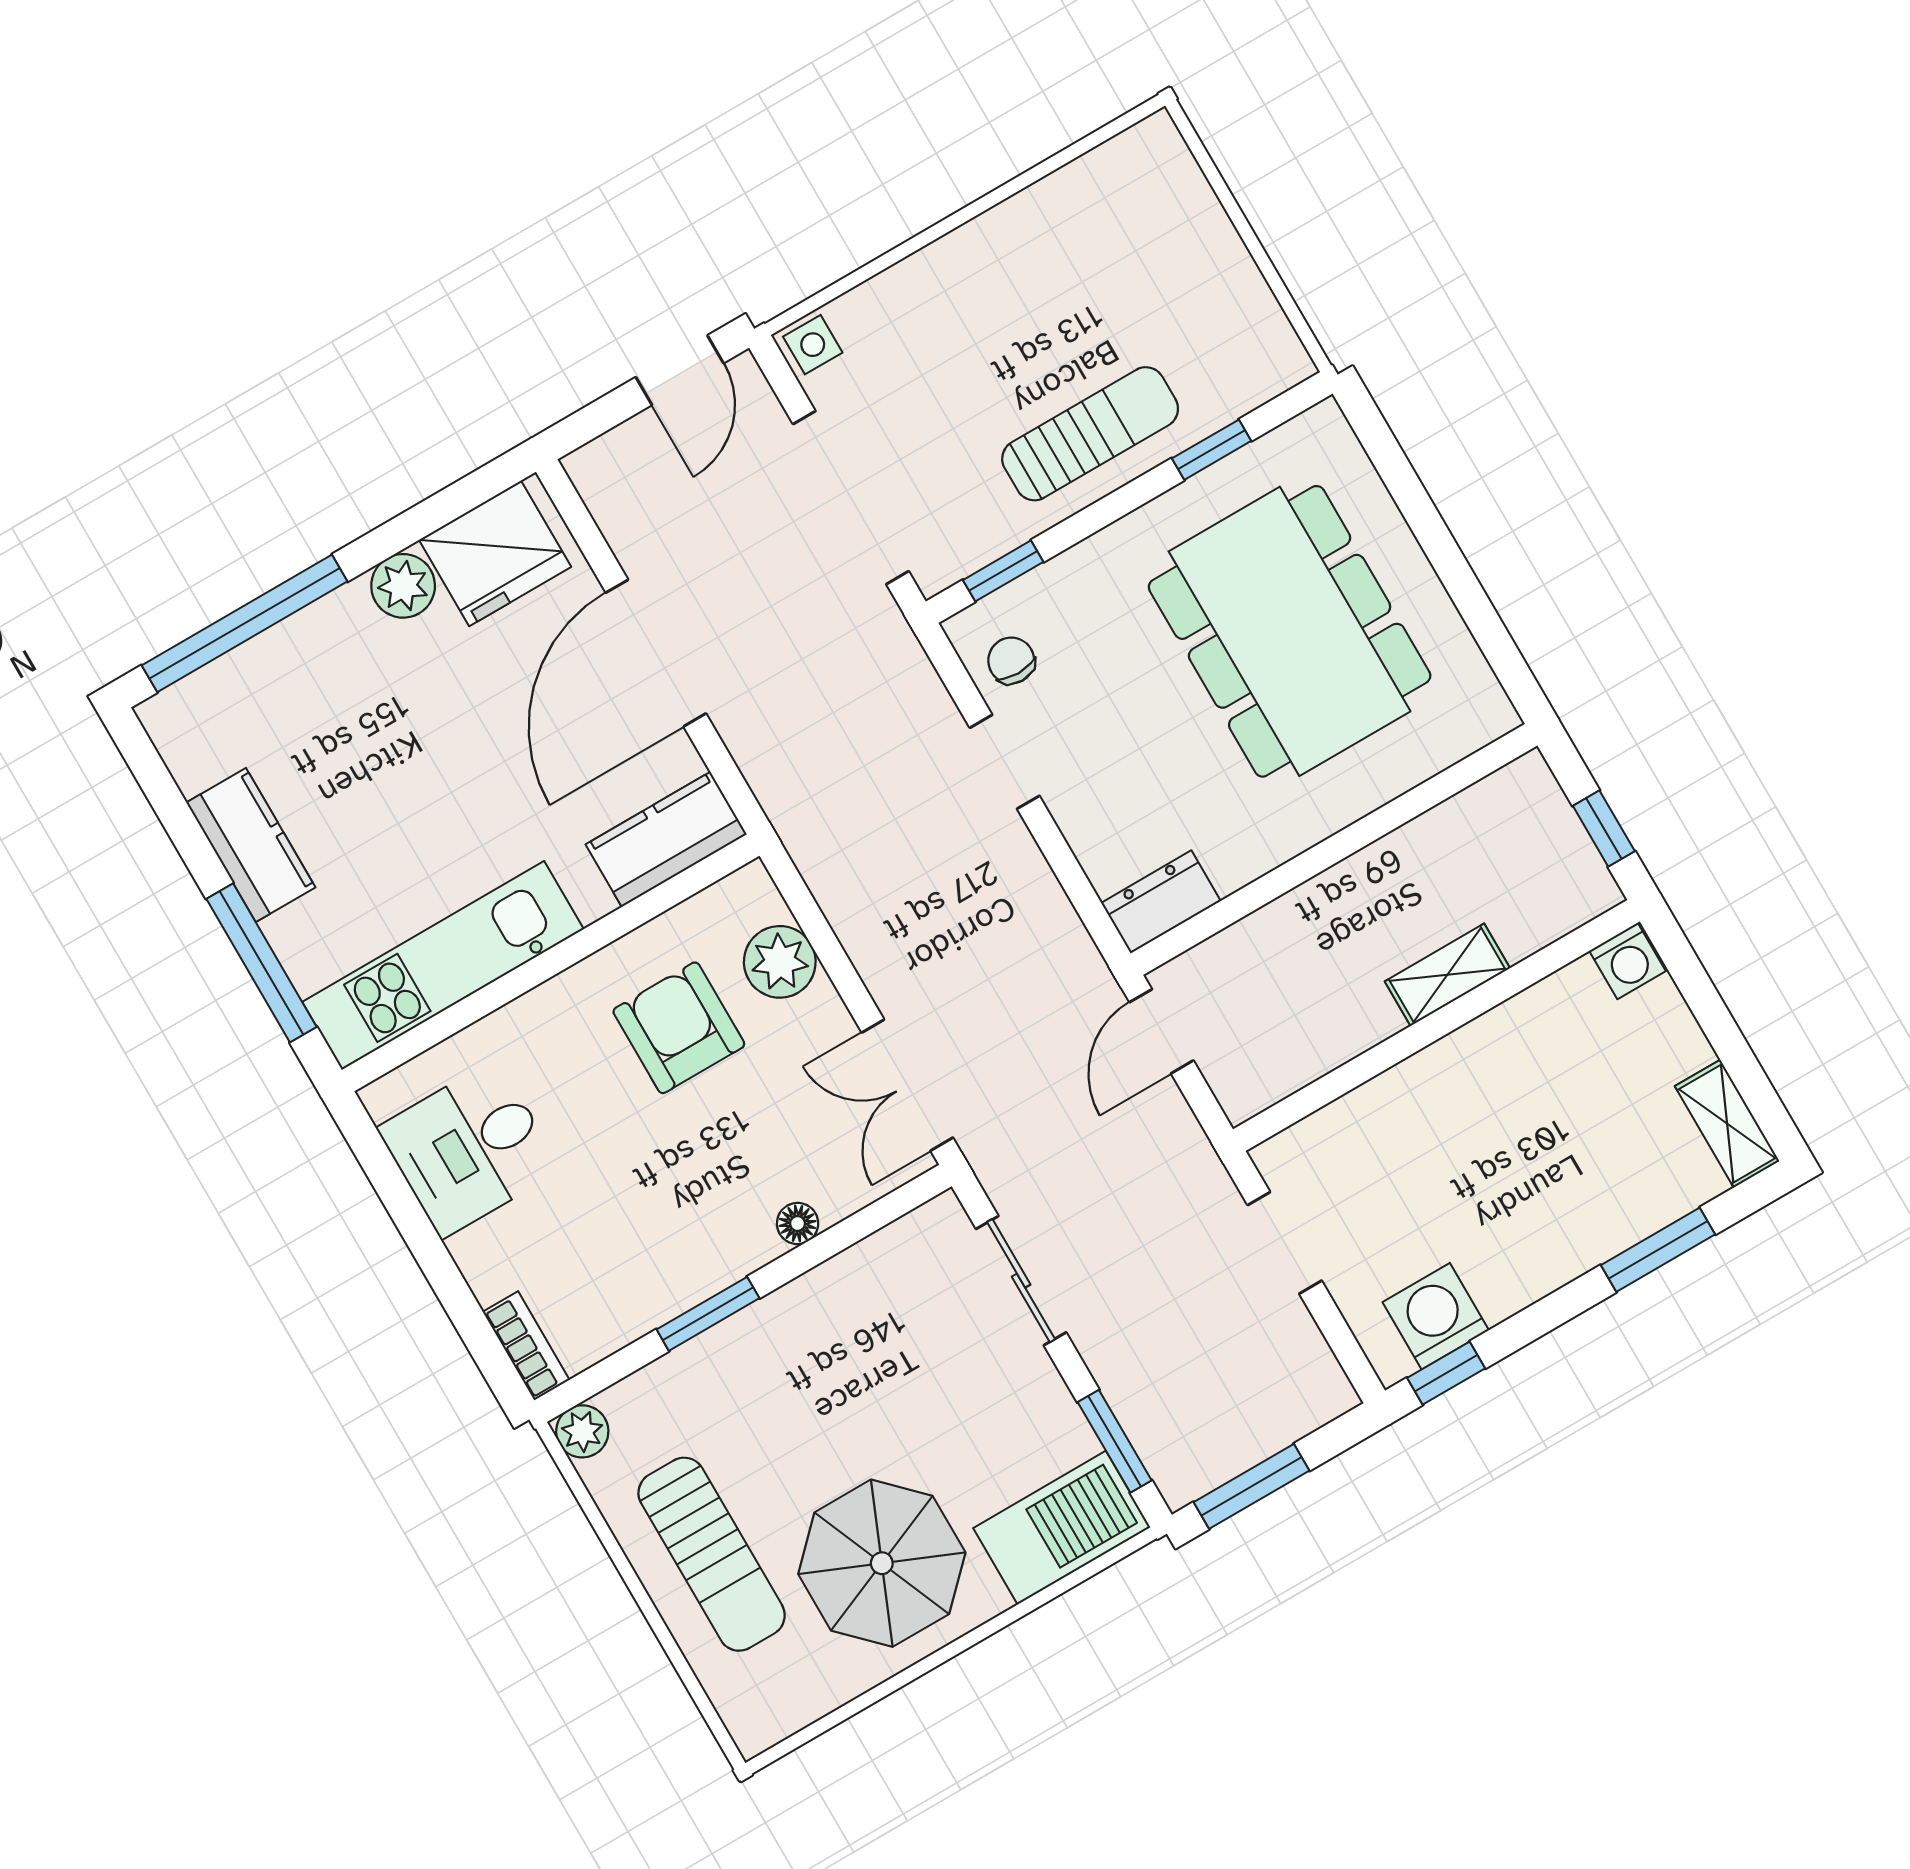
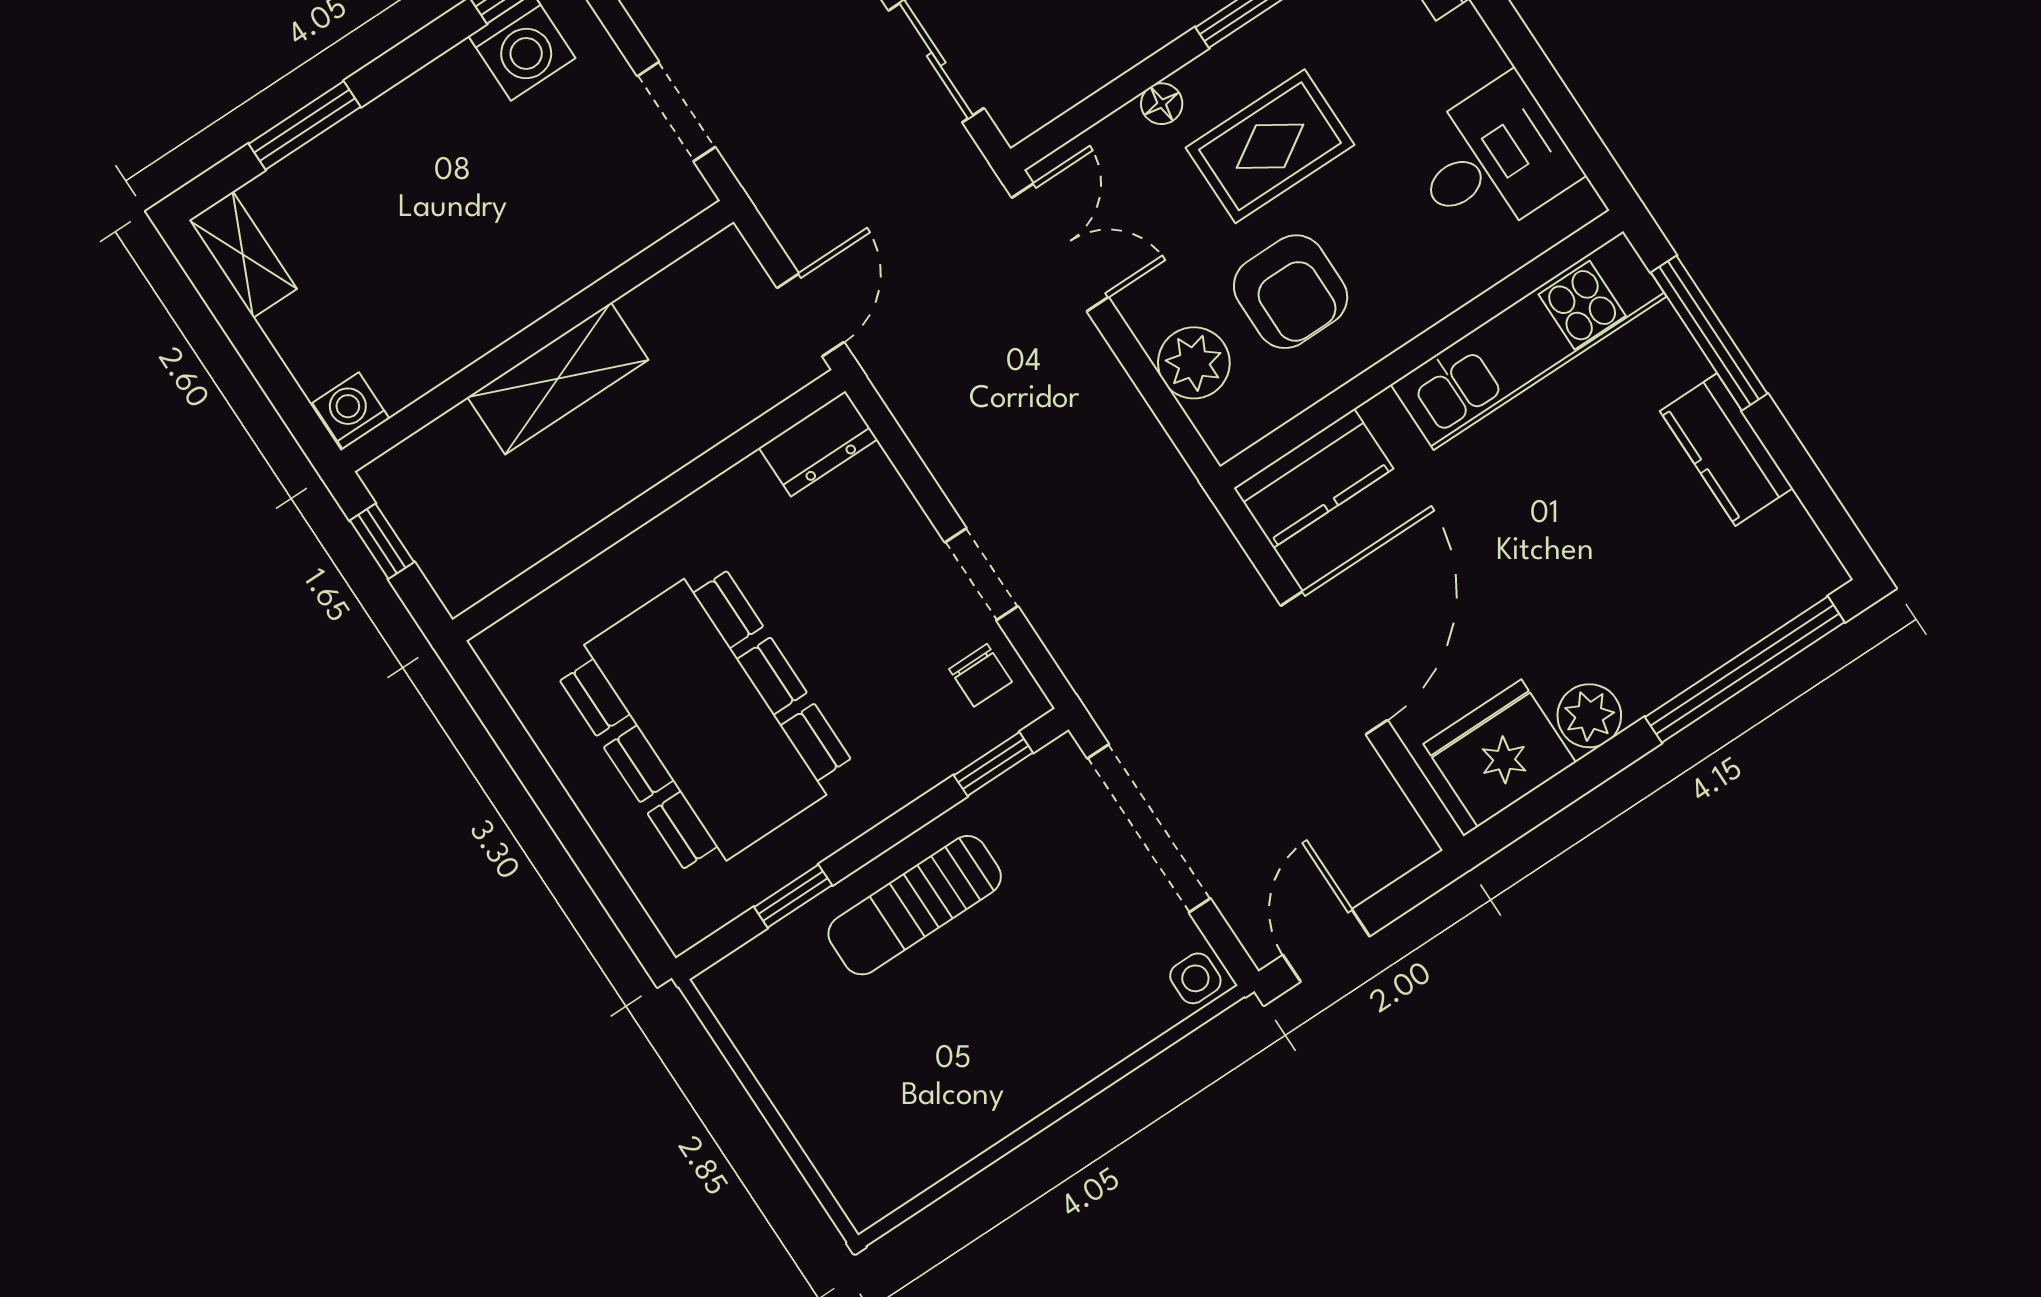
shelving: (1447, 975) -> (558, 378), width x1.50, depth x1.33
rug: (691, 1175) -> (1270, 146), added

